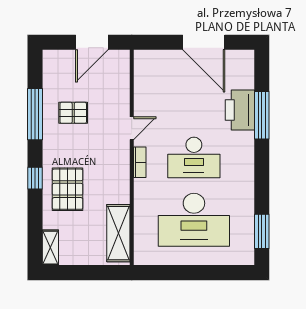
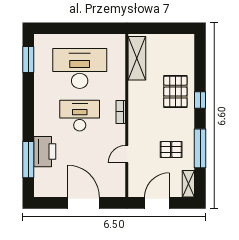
door: (204, 42) -> (84, 203), moved
window: (262, 115) -> (28, 160), moved
door: (132, 128) -> (127, 154), moved
shelving: (50, 248) -> (188, 184), moved

